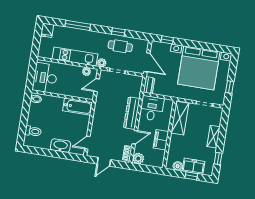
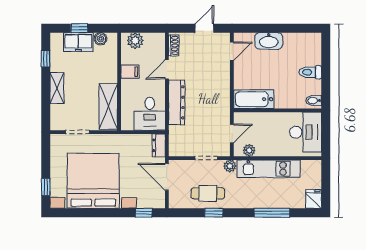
window: (230, 87) -> (46, 187), moved
toilet: (33, 131) -> (310, 72), moved
filing cabinet: (161, 140) -> (130, 72), width x0.50
plant: (138, 158) -> (135, 41), moved

